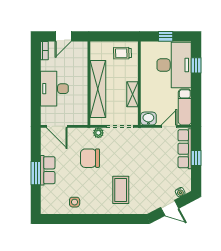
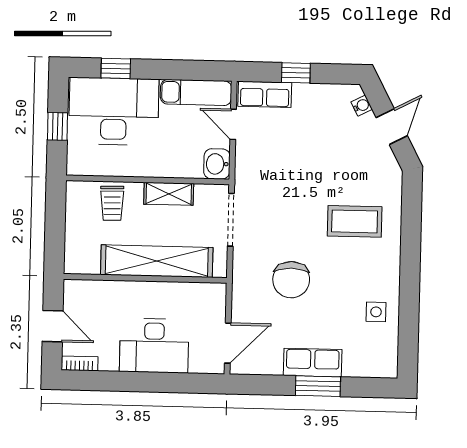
trolley: (122, 53) -> (112, 203), moved
plant: (98, 133) -> (242, 262), removed
row of seats: (185, 149) -> (265, 94), width x0.68

